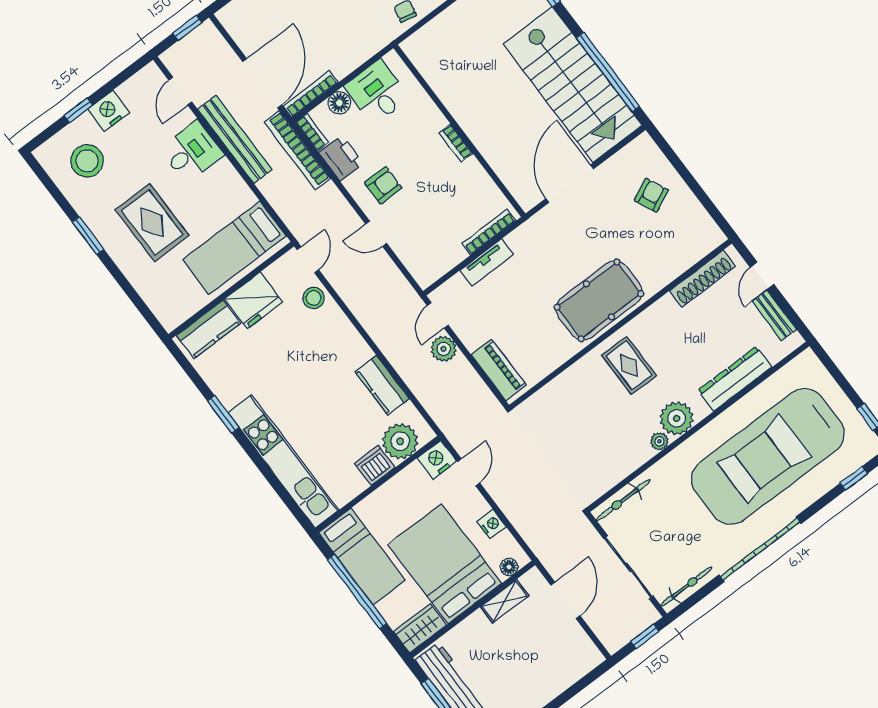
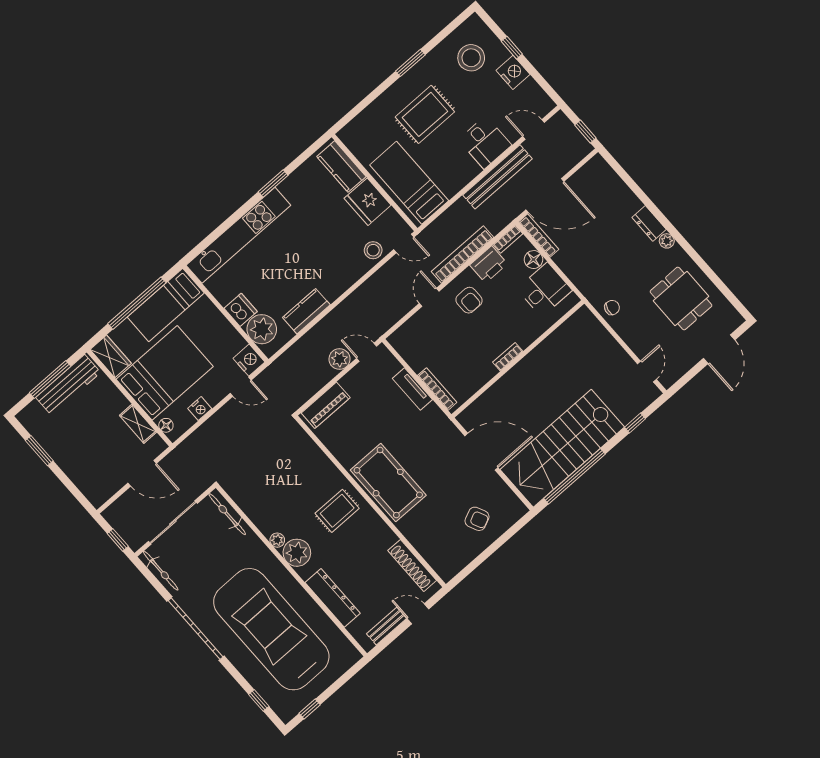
bookcase: (297, 150) -> (462, 254), moved

